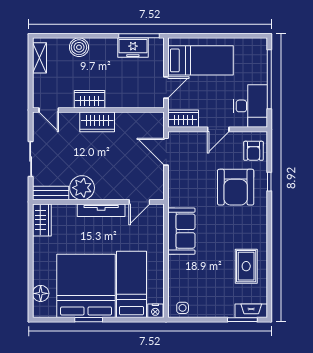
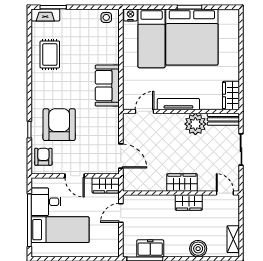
bed: (201, 60) -> (60, 230), moved, turned 180
desk: (250, 106) -> (46, 202), width x0.73
door: (218, 129) -> (75, 176), swing flipped
floor lamp: (41, 293) -> (232, 30), removed

